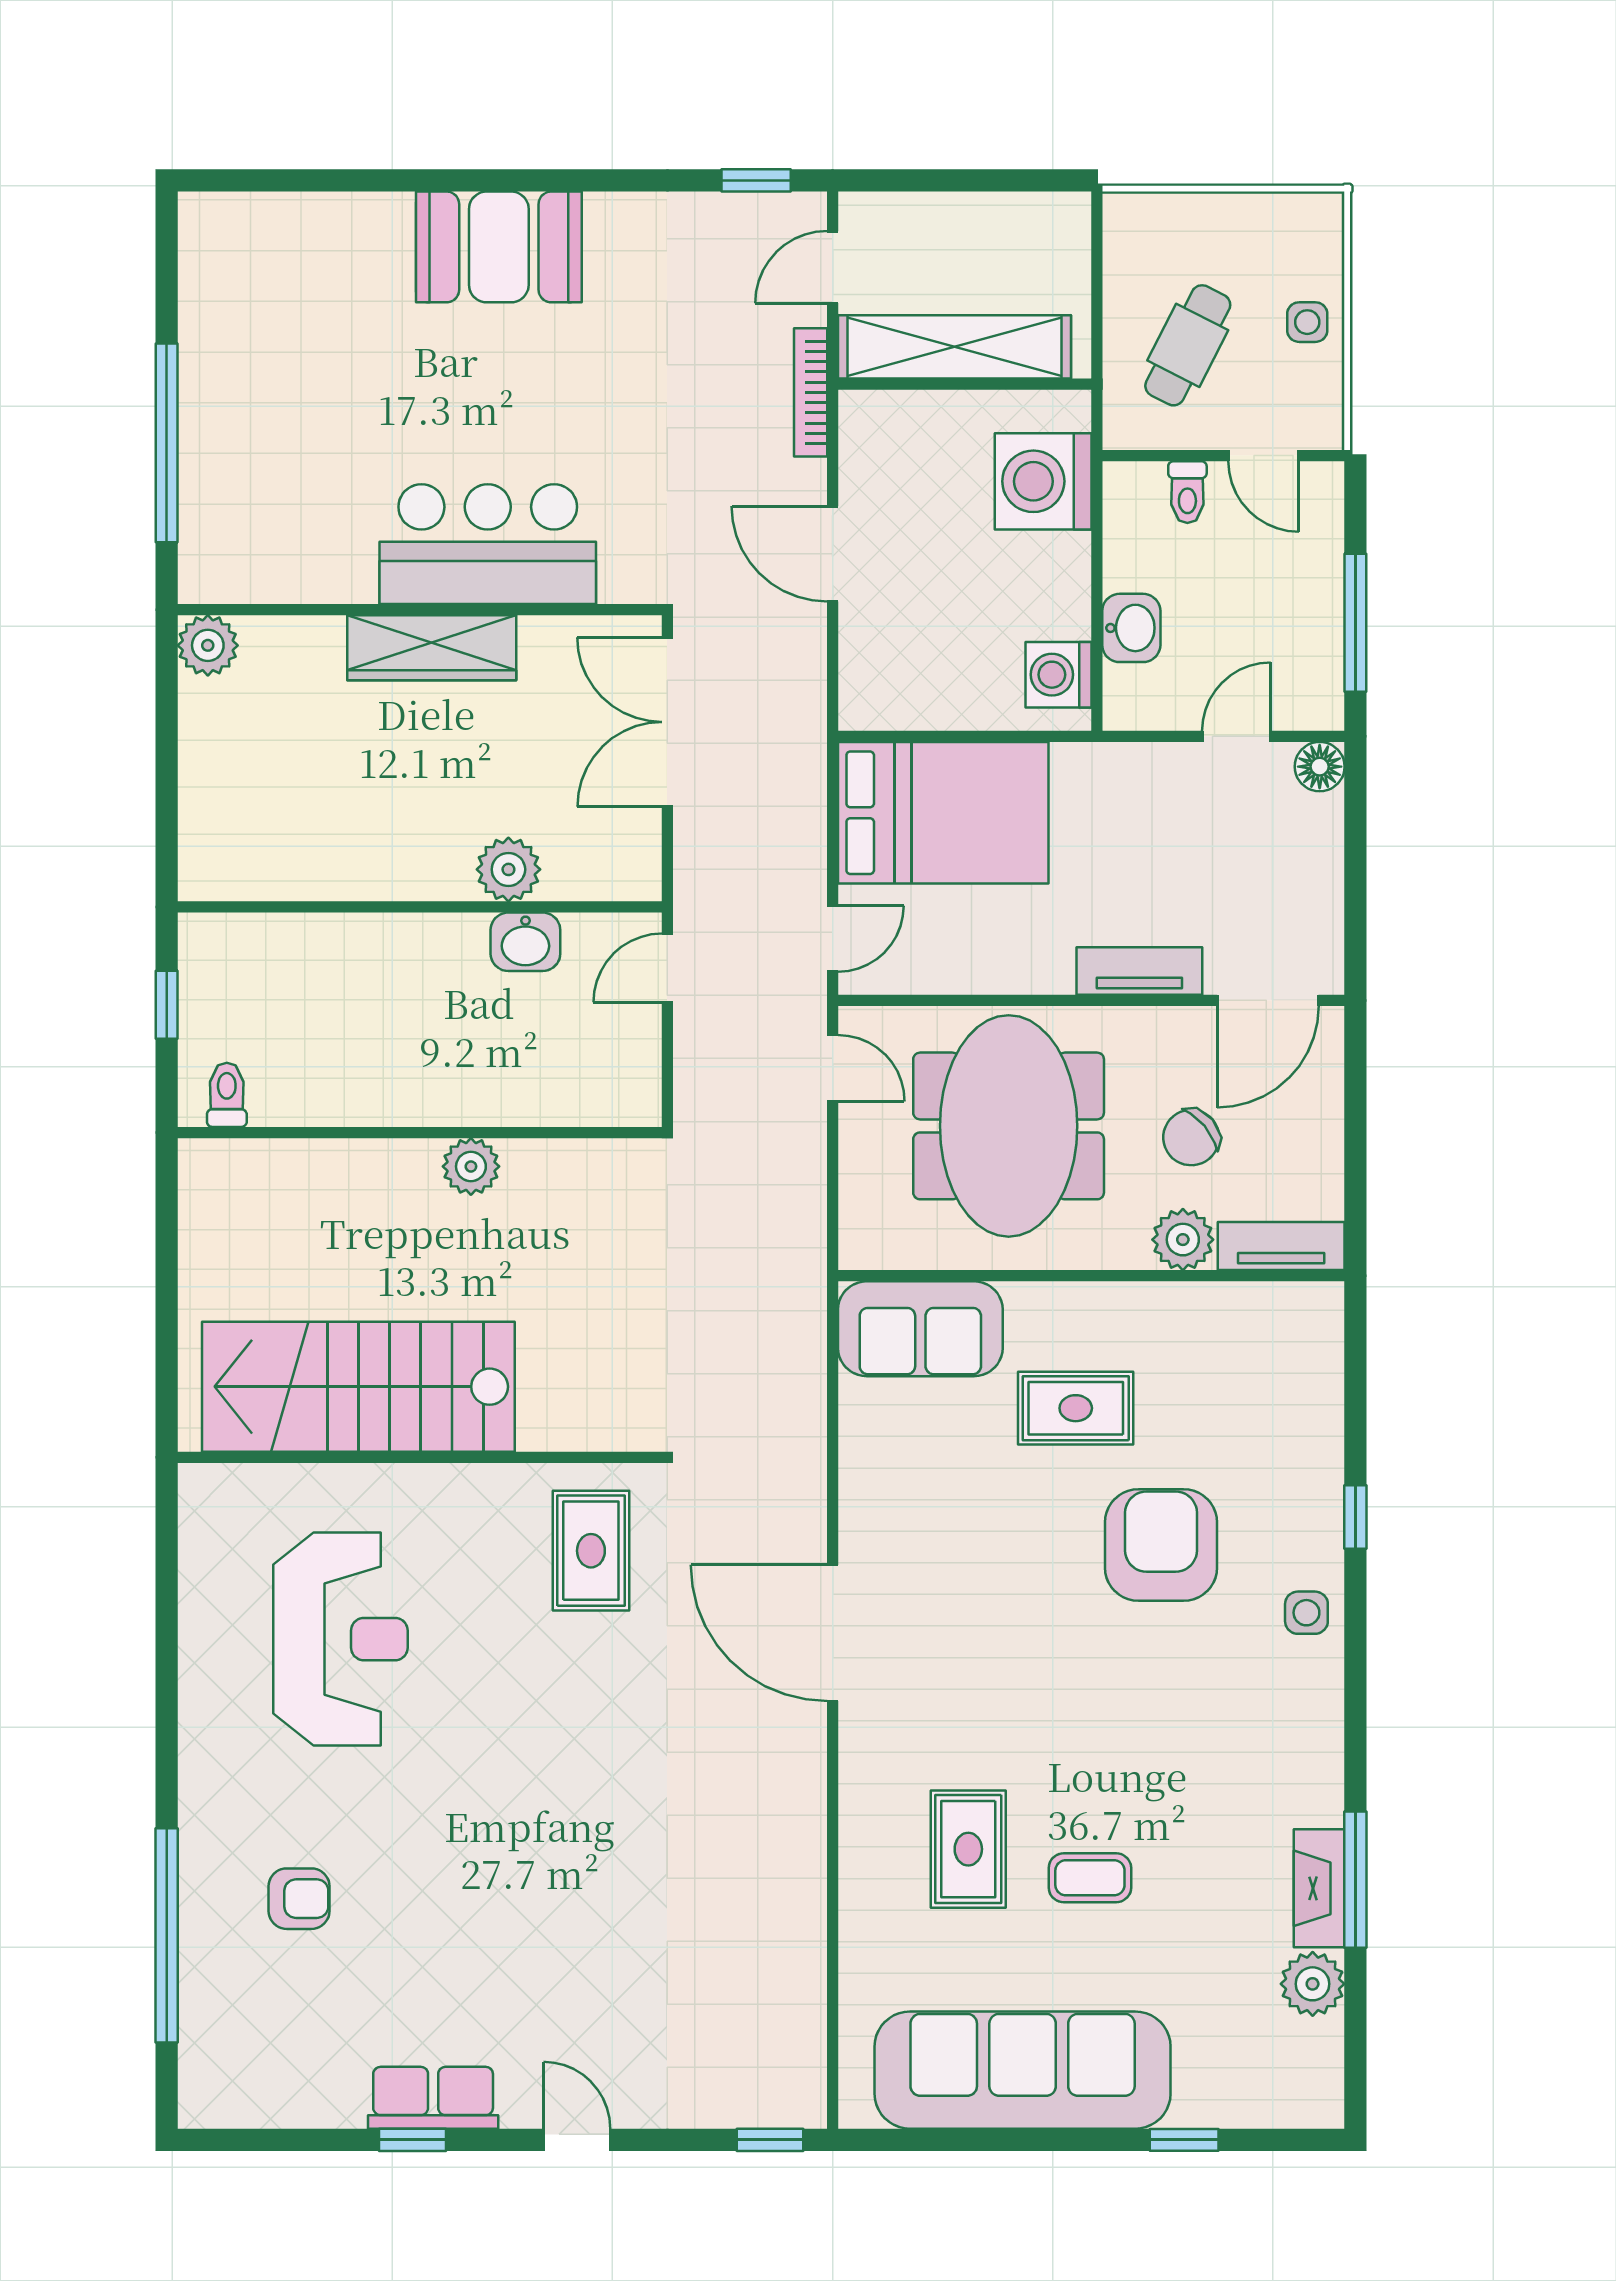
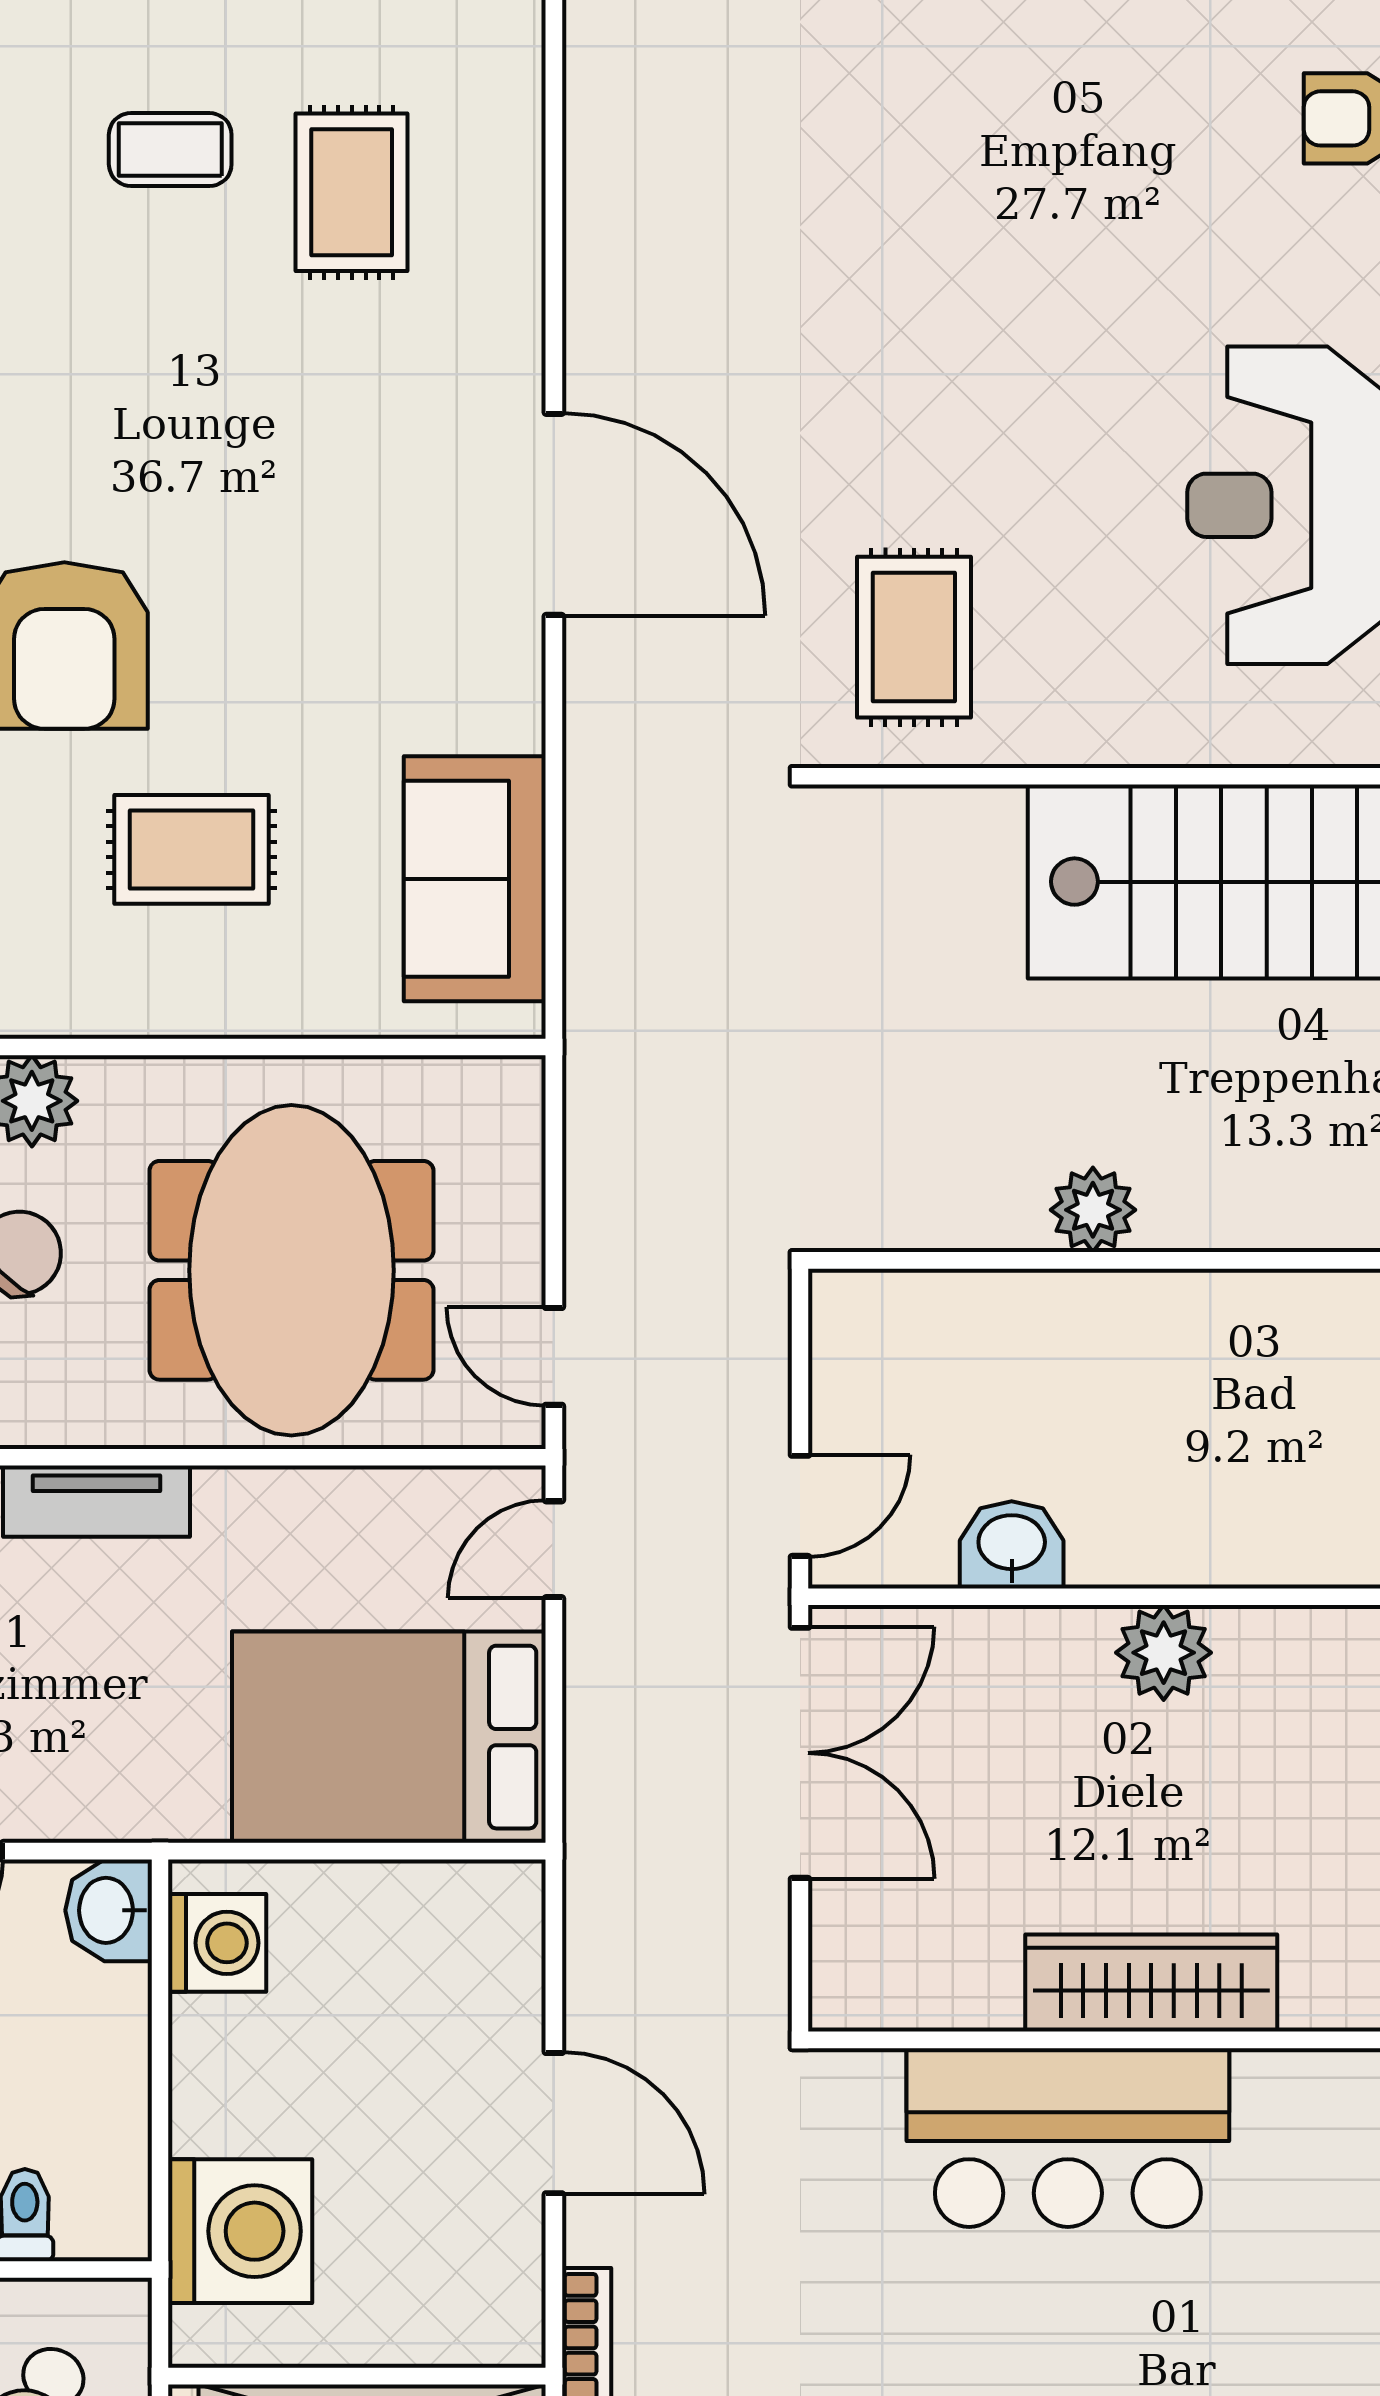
washbasin: (1131, 628) -> (109, 1910), moved
double door: (667, 722) -> (800, 1753), moved
plant: (508, 869) -> (1164, 1653), moved
sofa: (920, 1329) -> (475, 879), moved, turned -90

